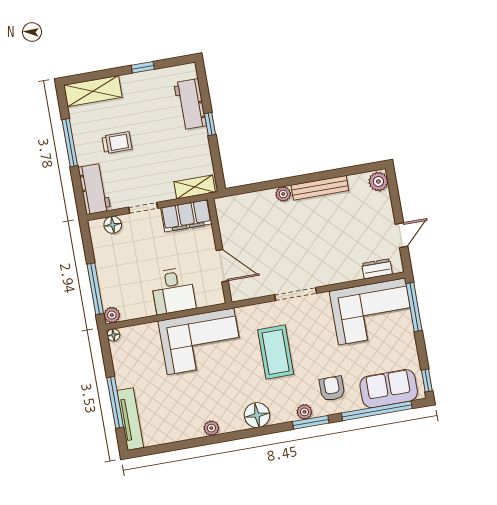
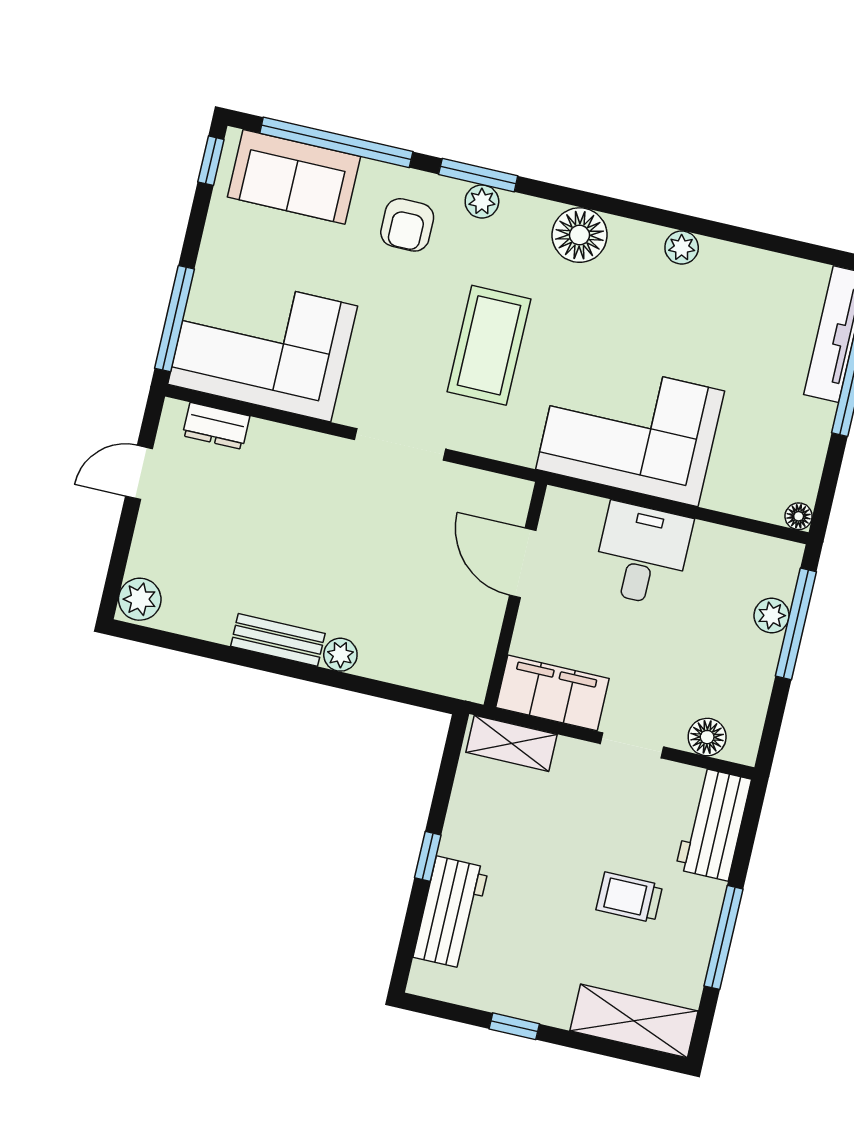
bench: (320, 188) -> (278, 640), width x0.73
plant: (112, 315) -> (772, 616), moved

